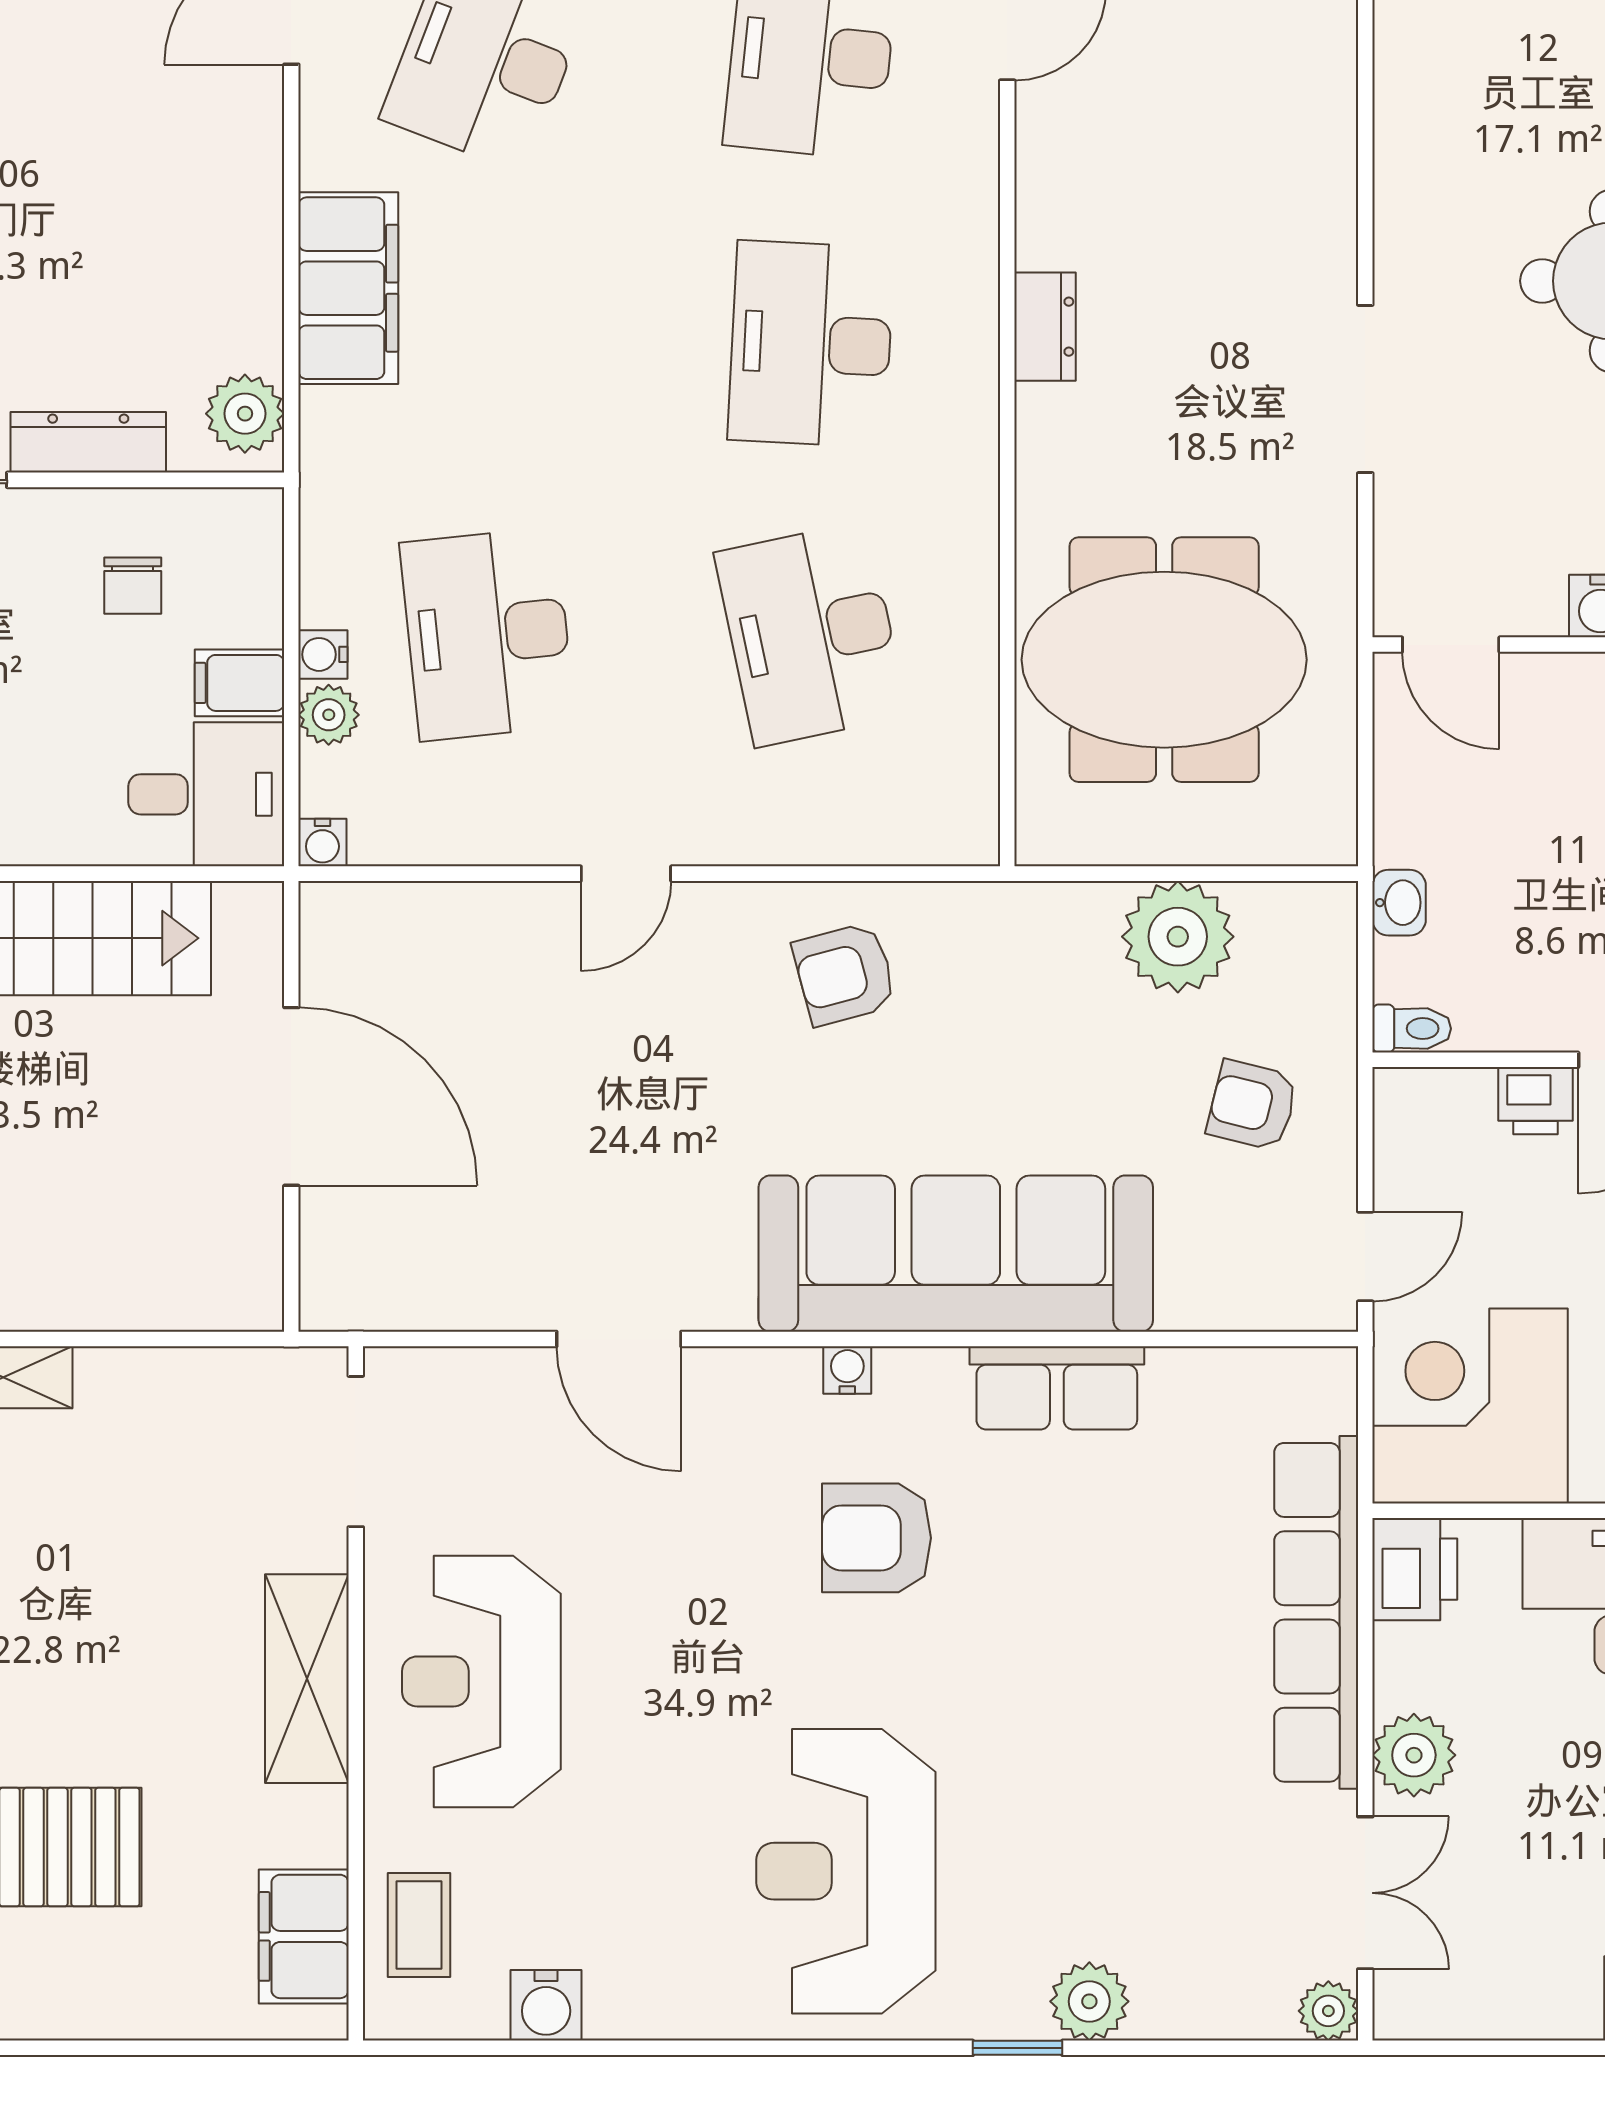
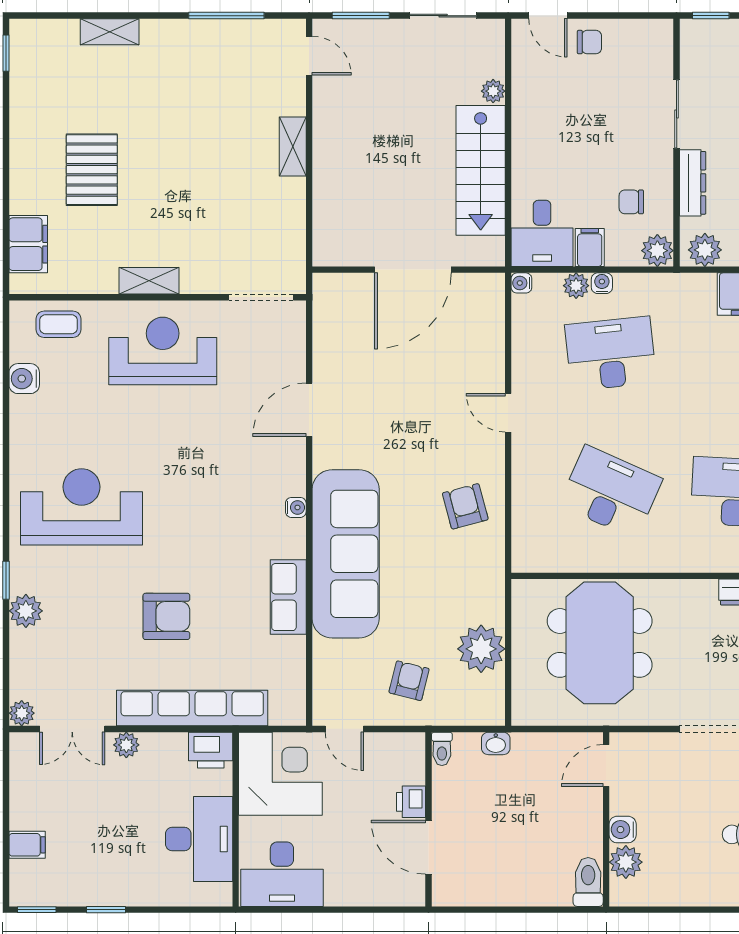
plant: (247, 525) -> (657, 251), added
desk: (811, 634) -> (611, 492), turned 36
armchair: (877, 1538) -> (166, 616), moved, turned 90
shelving: (307, 1679) -> (149, 281), width x0.67, depth x0.75
plant: (1414, 1755) -> (126, 745), width x0.73, depth x0.73
filing cabinet: (304, 1936) -> (28, 244), moved, turned 90

